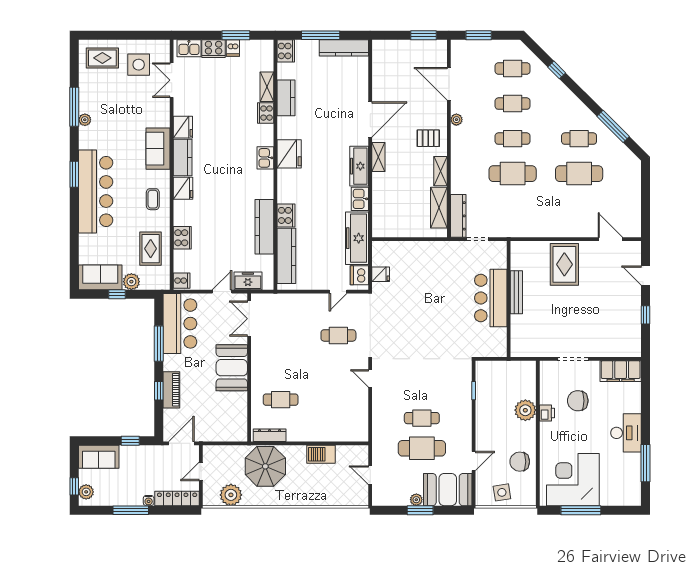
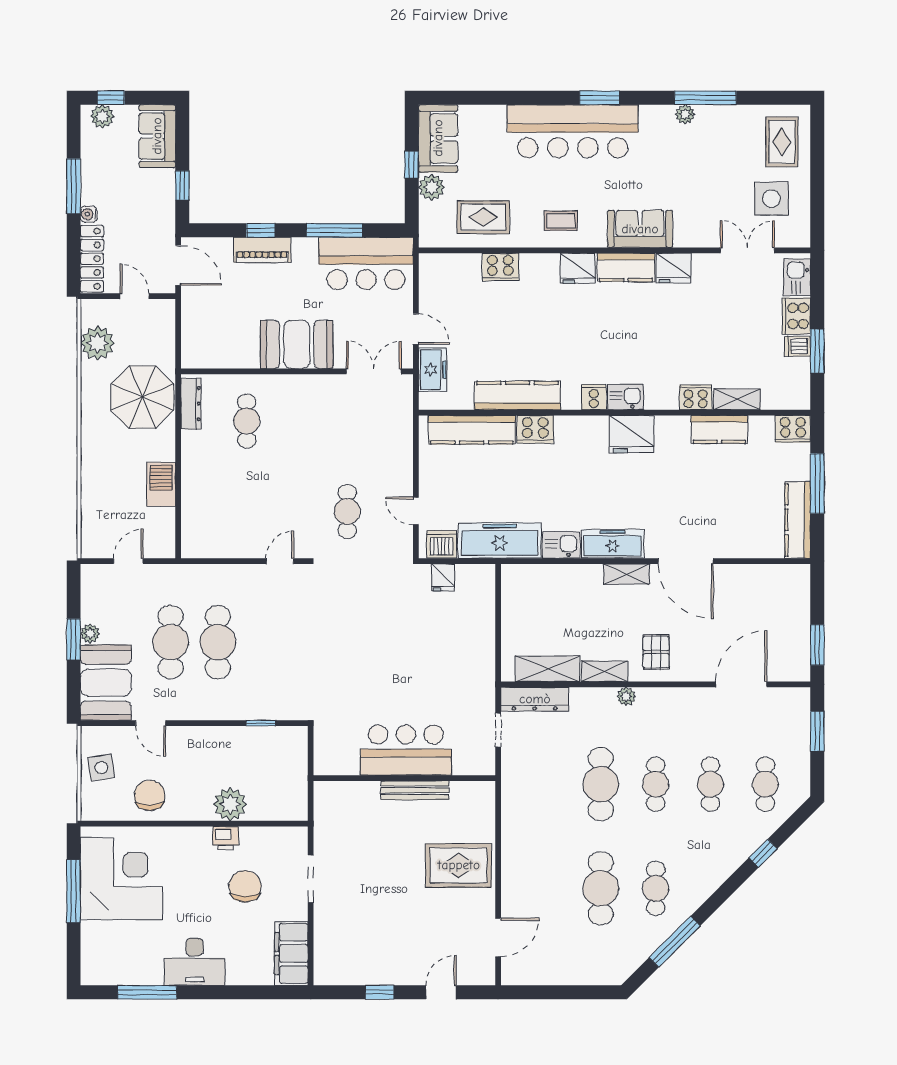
plant: (456, 120) -> (626, 696), moved
cooker: (182, 281) -> (594, 397), moved, turned 180
cafe table: (422, 418) -> (218, 642), width x1.37, depth x1.35

